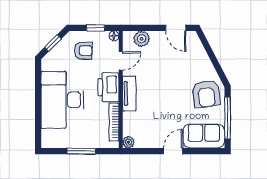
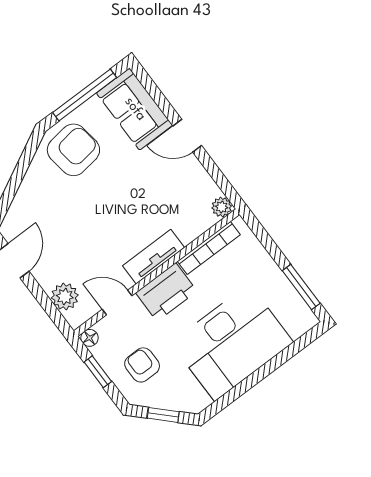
window: (81, 151) -> (301, 287), moved

